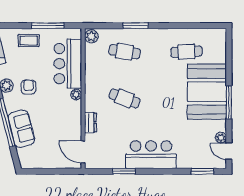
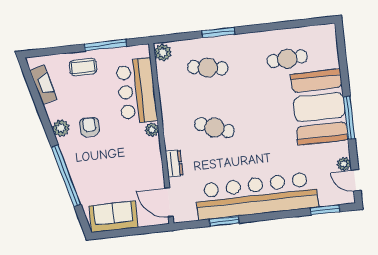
sofa: (21, 129) -> (114, 217), moved, turned -76
bar counter: (151, 155) -> (257, 196), width x1.86

